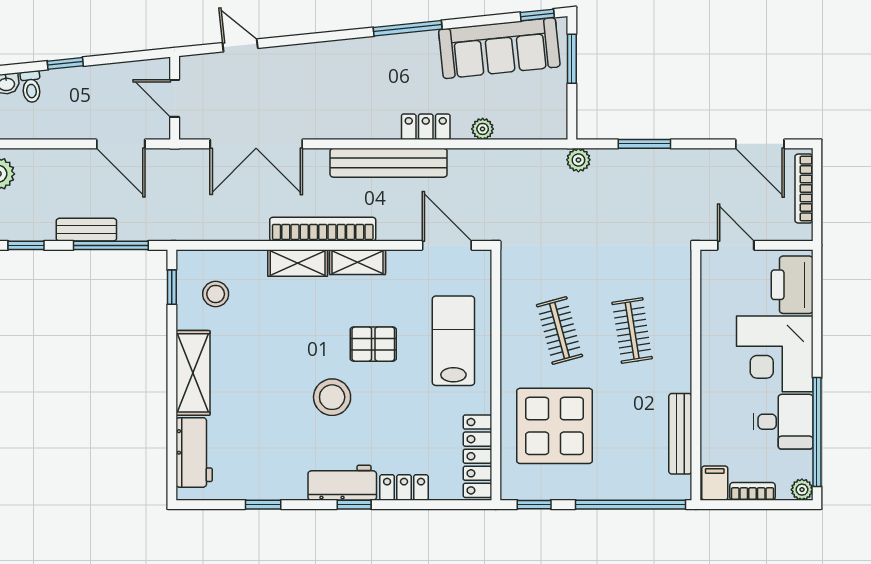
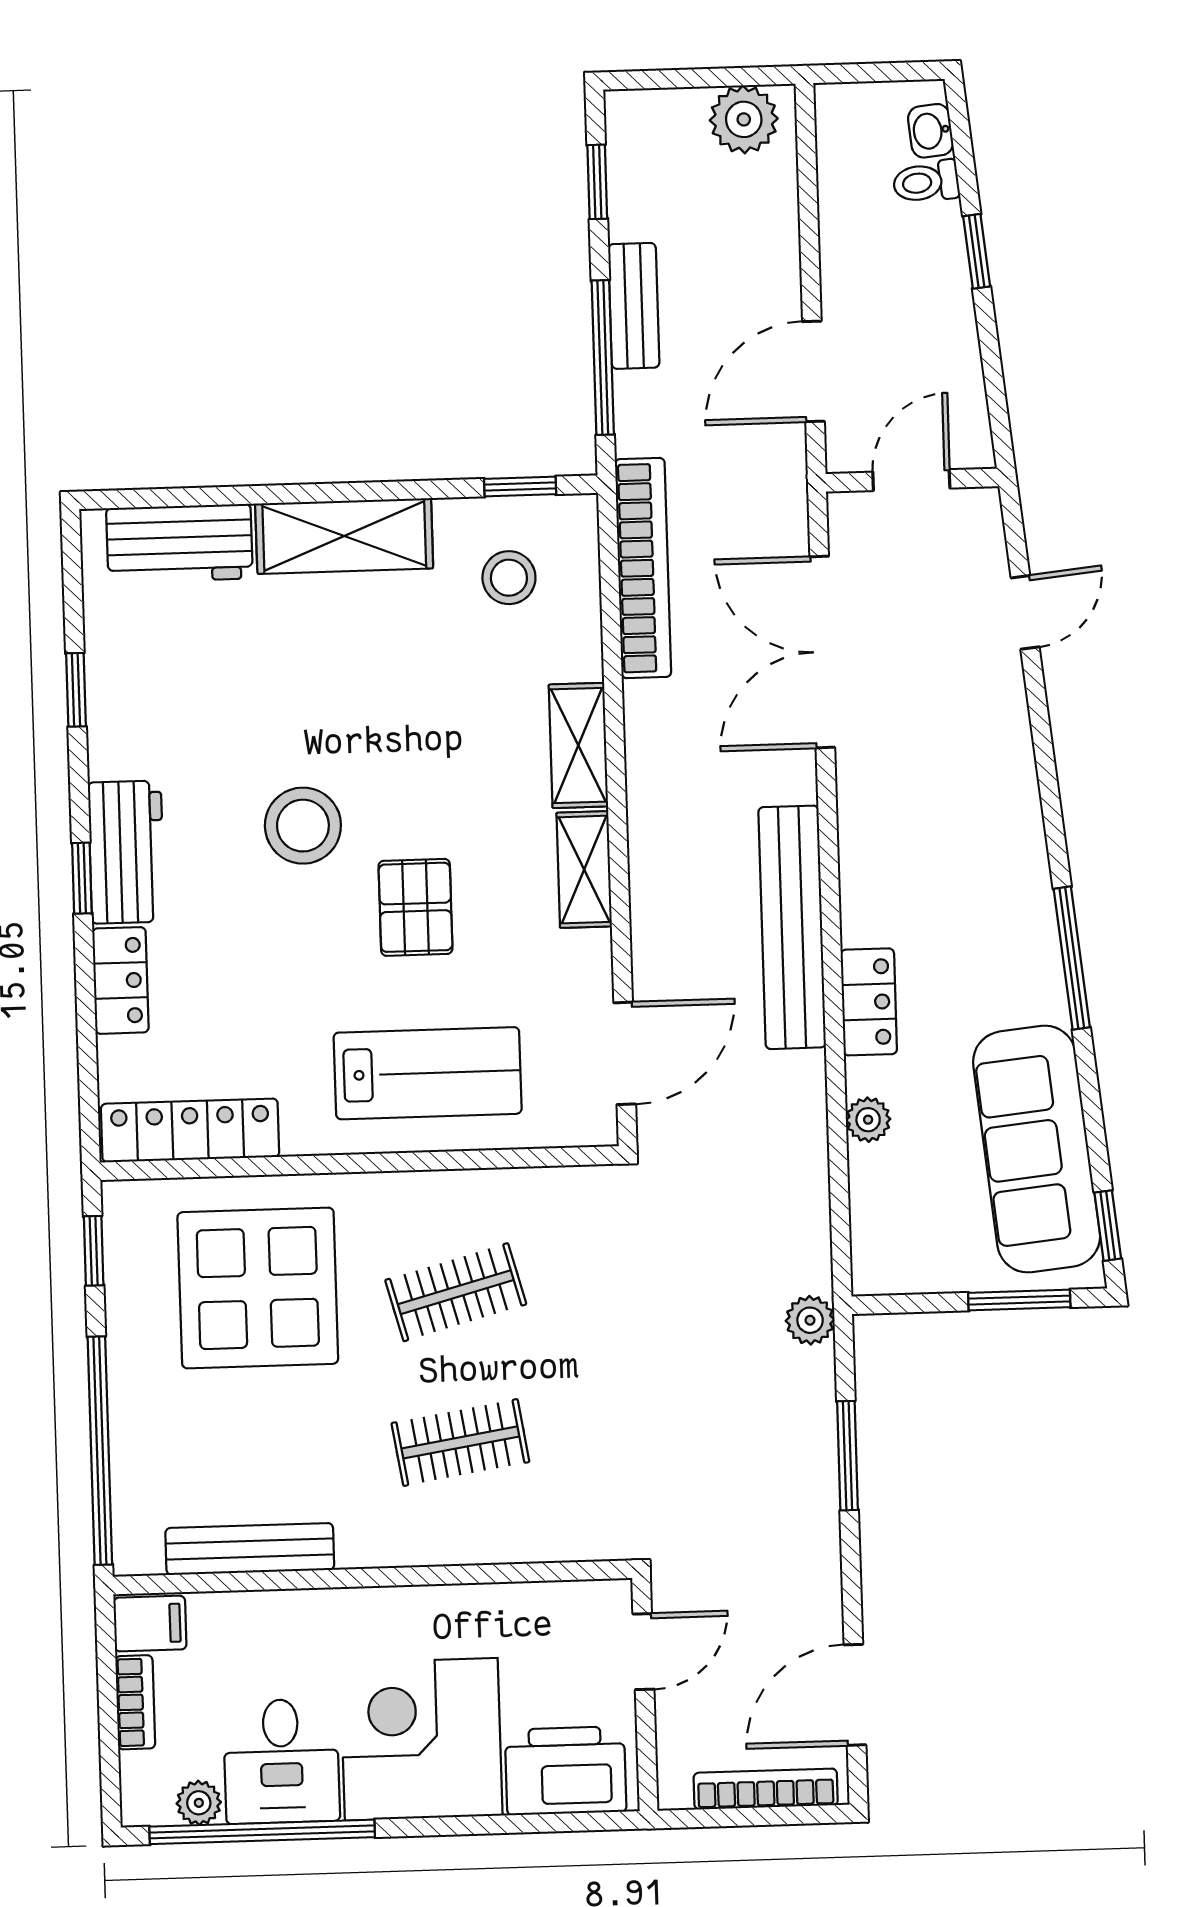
bookcase: (323, 229) -> (643, 568), moved
plant: (802, 490) -> (199, 1803), moved

